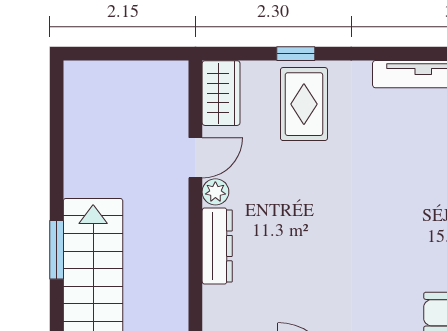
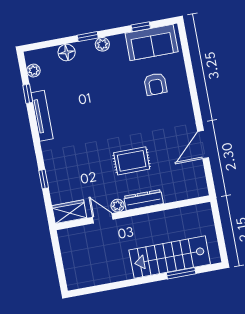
rug: (304, 104) -> (132, 161), moved
window: (57, 250) -> (181, 273), moved

